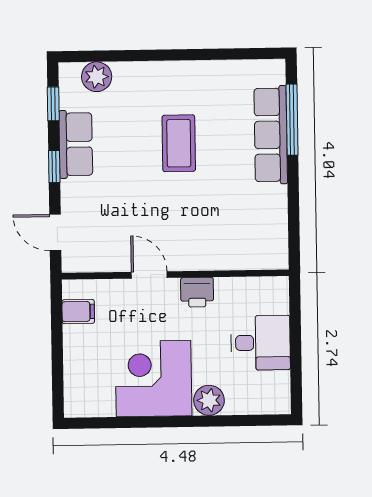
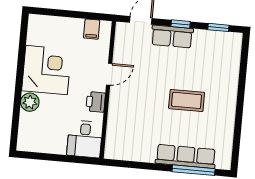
plant: (97, 77) -> (232, 55), removed
row of seats: (76, 144) -> (172, 37), moved
desk: (261, 343) -> (85, 139), moved

